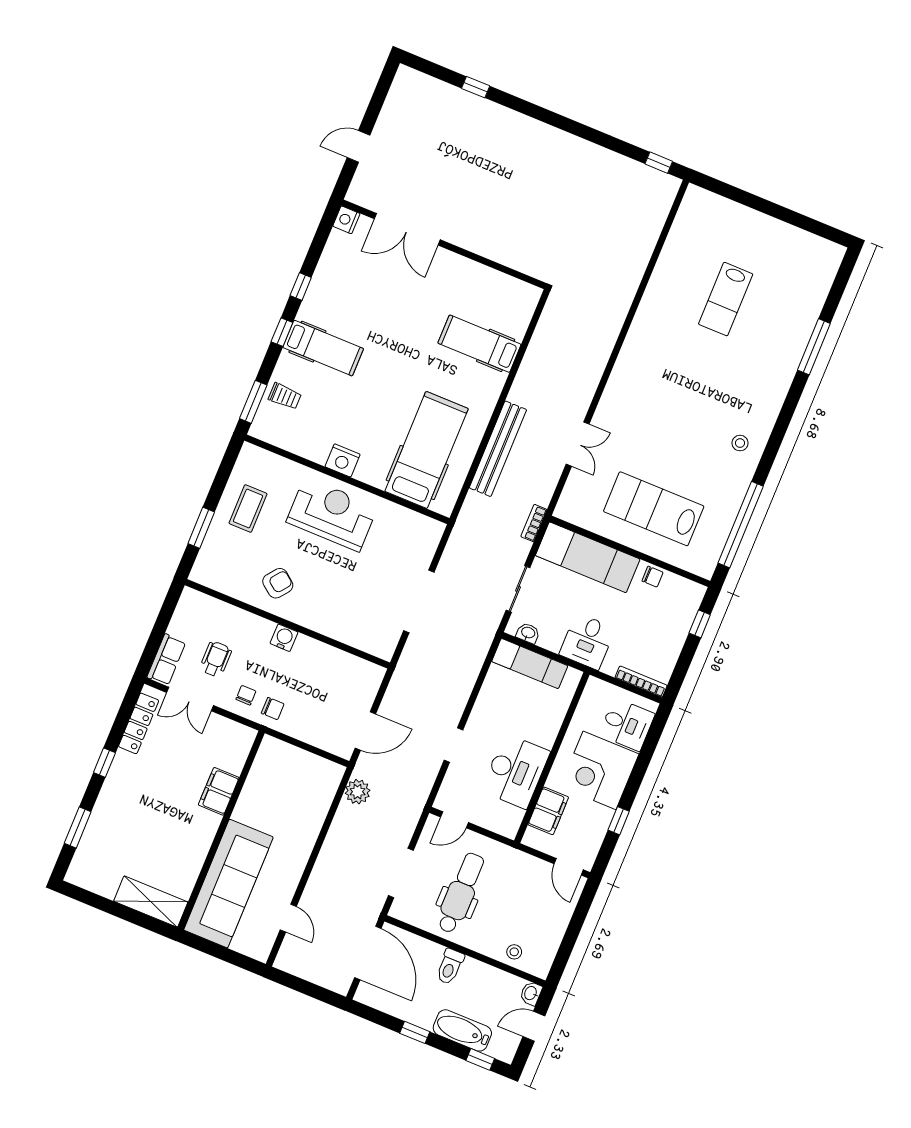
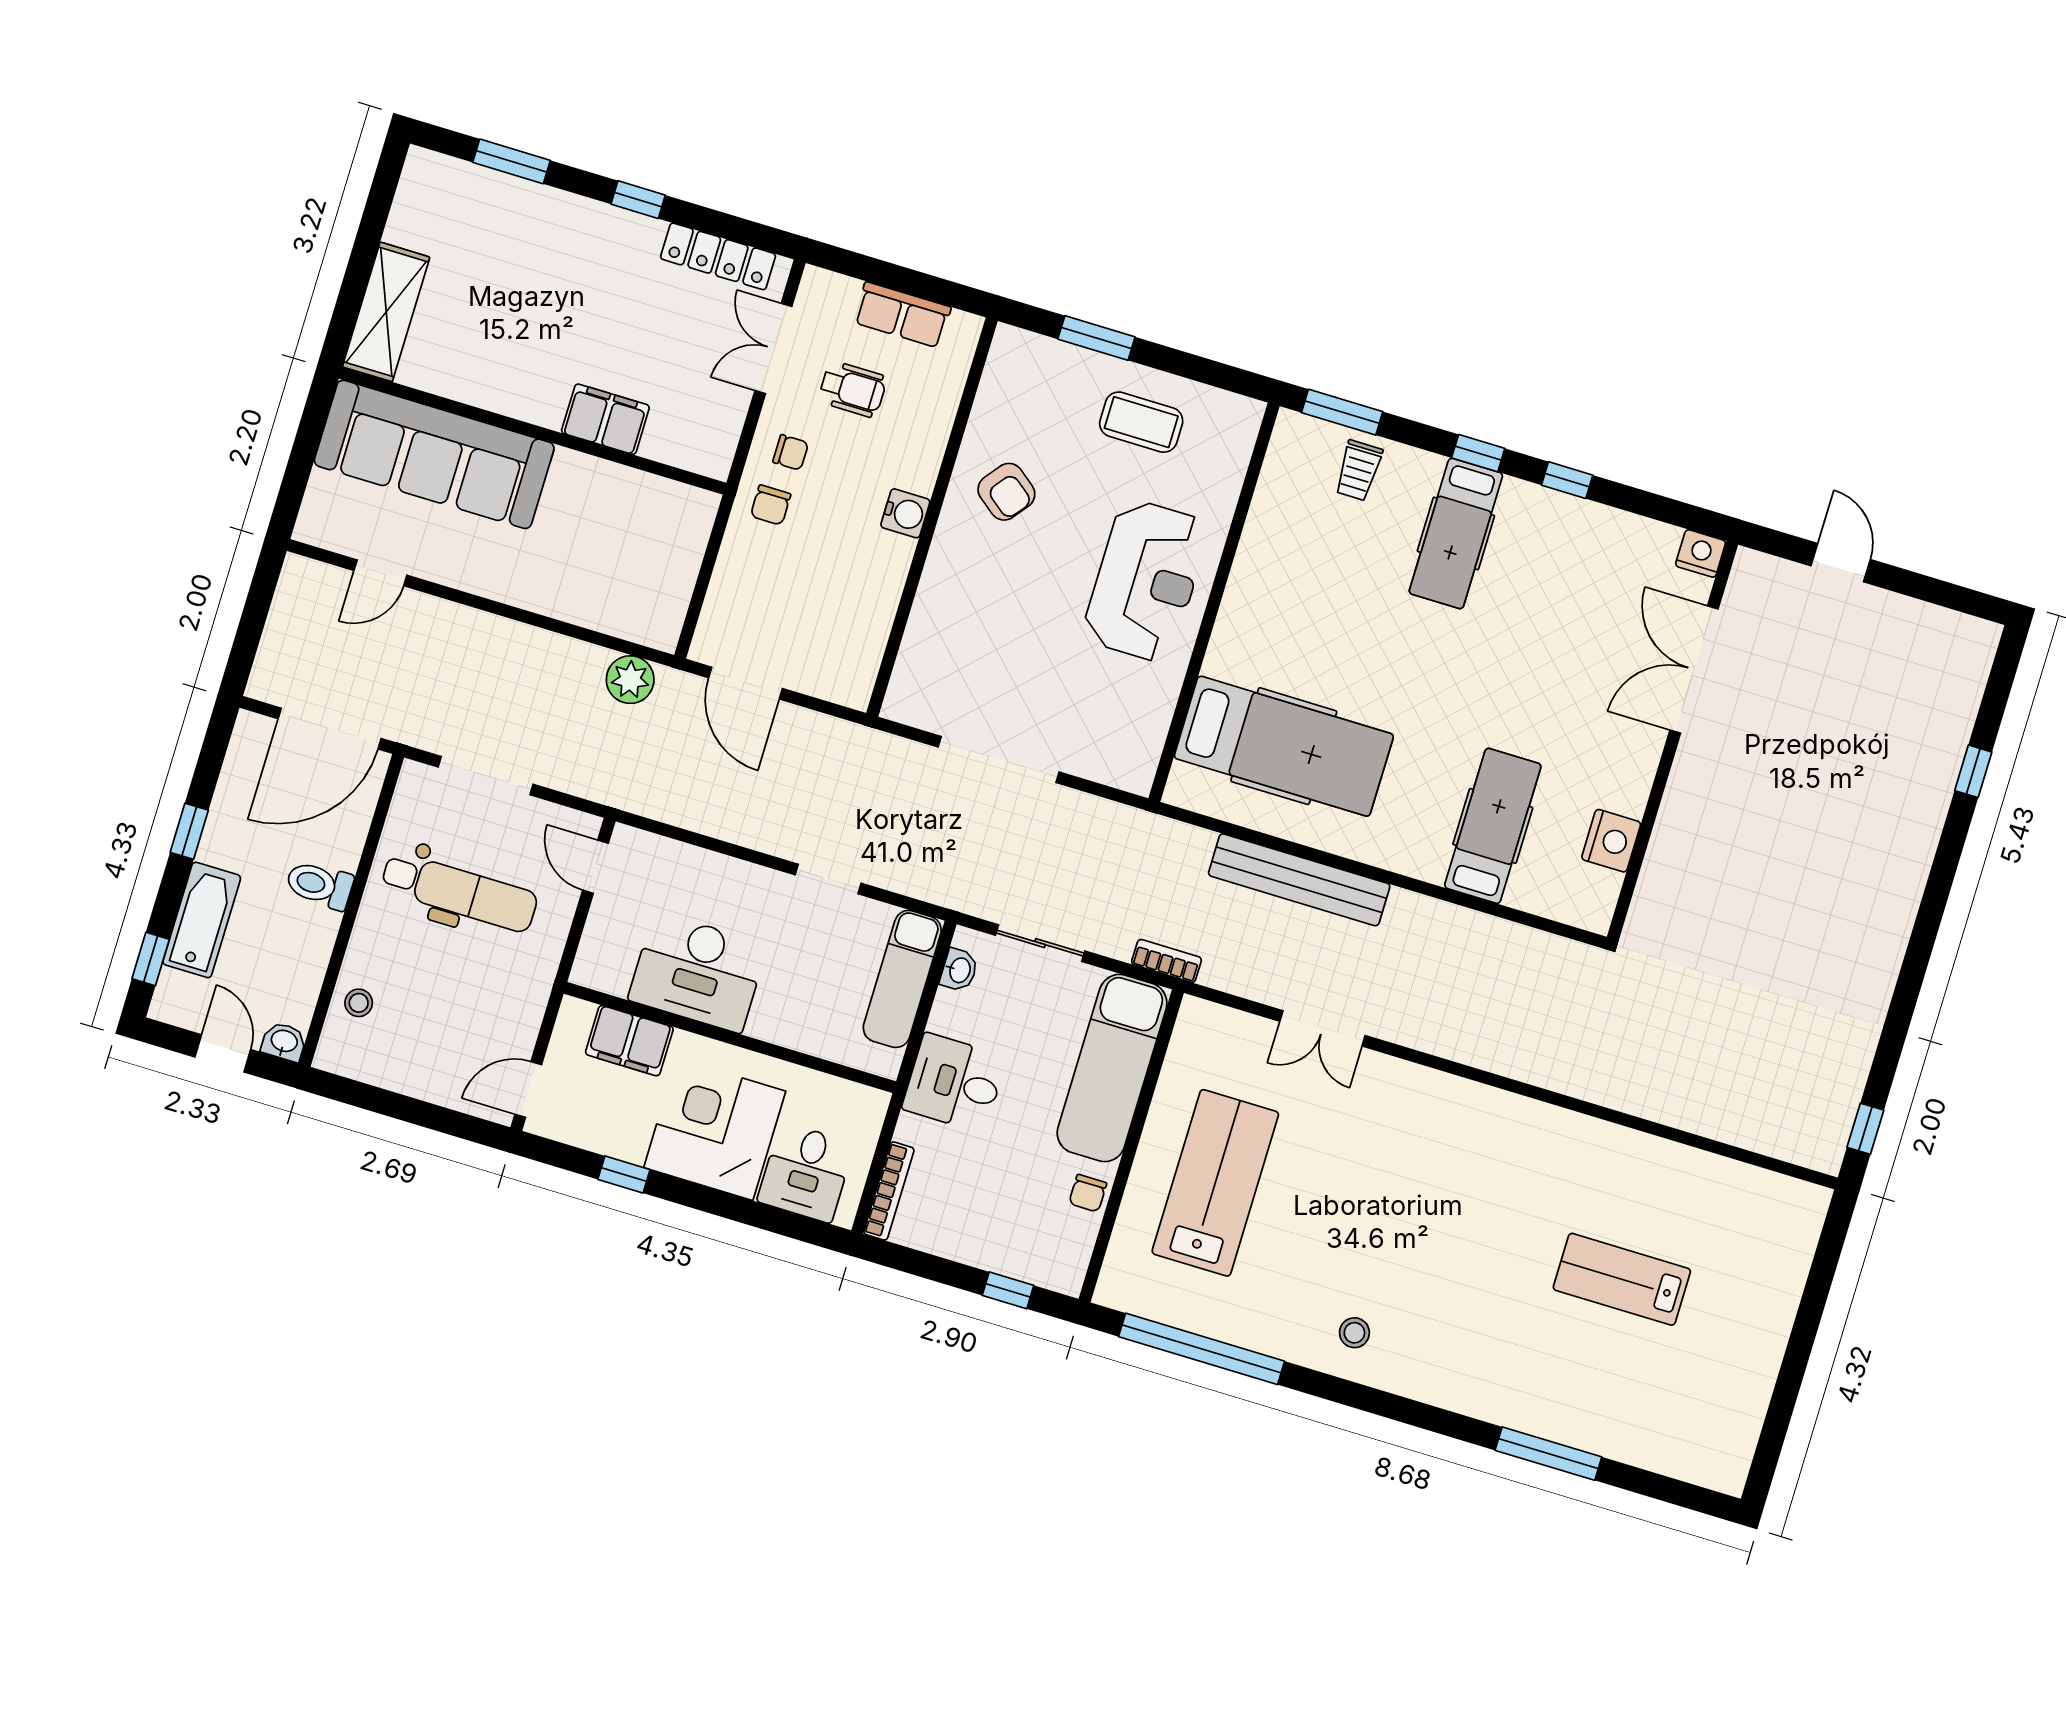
nightstand: (343, 460) -> (1611, 841), moved, turned 180
row of seats: (166, 660) -> (902, 315), moved
doorway: (454, 745) -> (828, 879), moved

